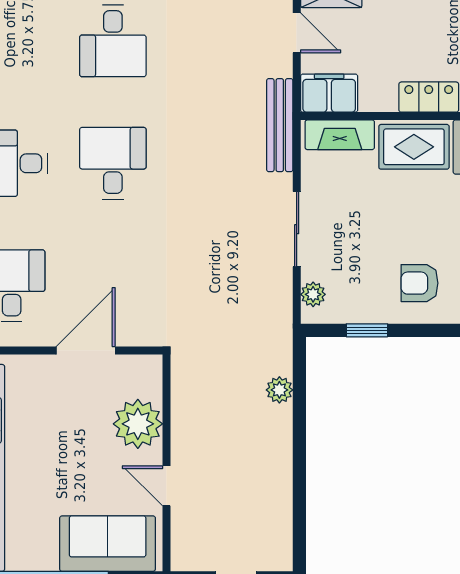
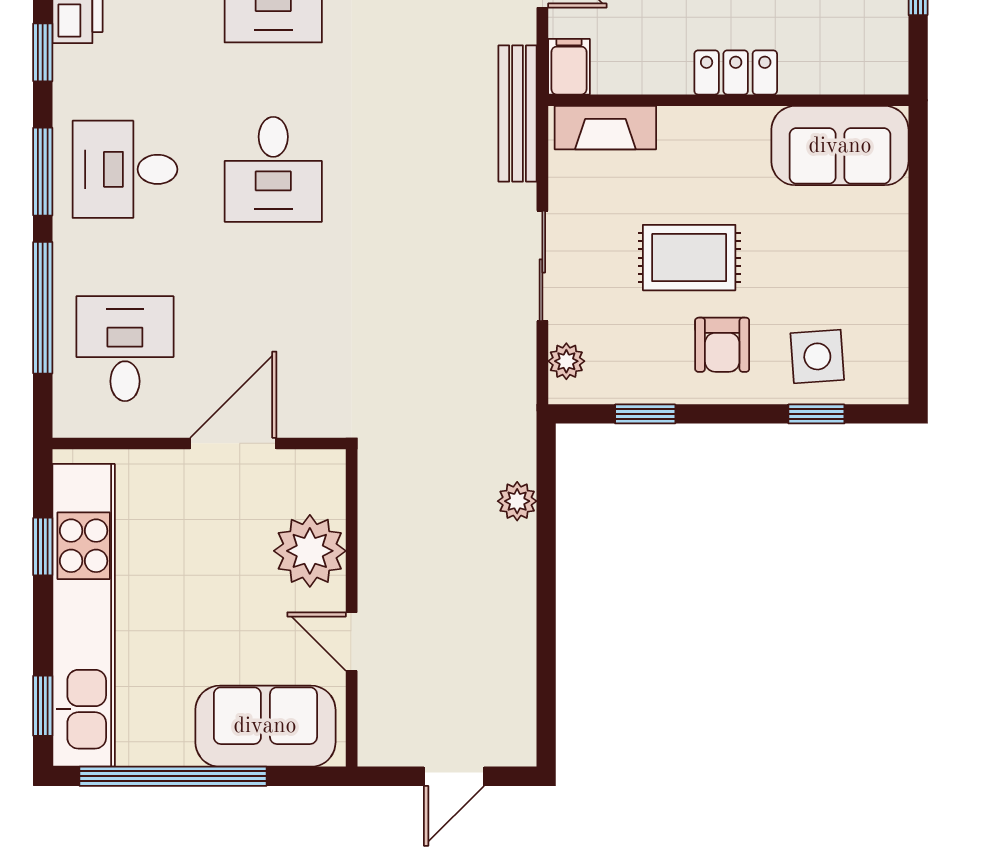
filing cabinet: (329, 93) -> (569, 67), width x0.50
rug: (414, 147) -> (689, 258), moved
desk: (113, 163) -> (273, 169), turned 180
armchair: (420, 283) -> (722, 345), turned -90

